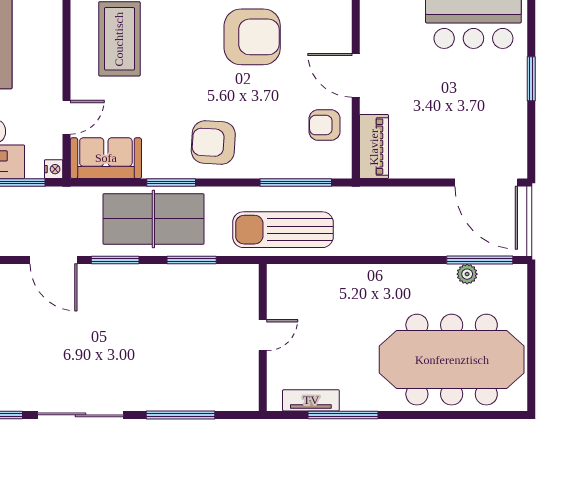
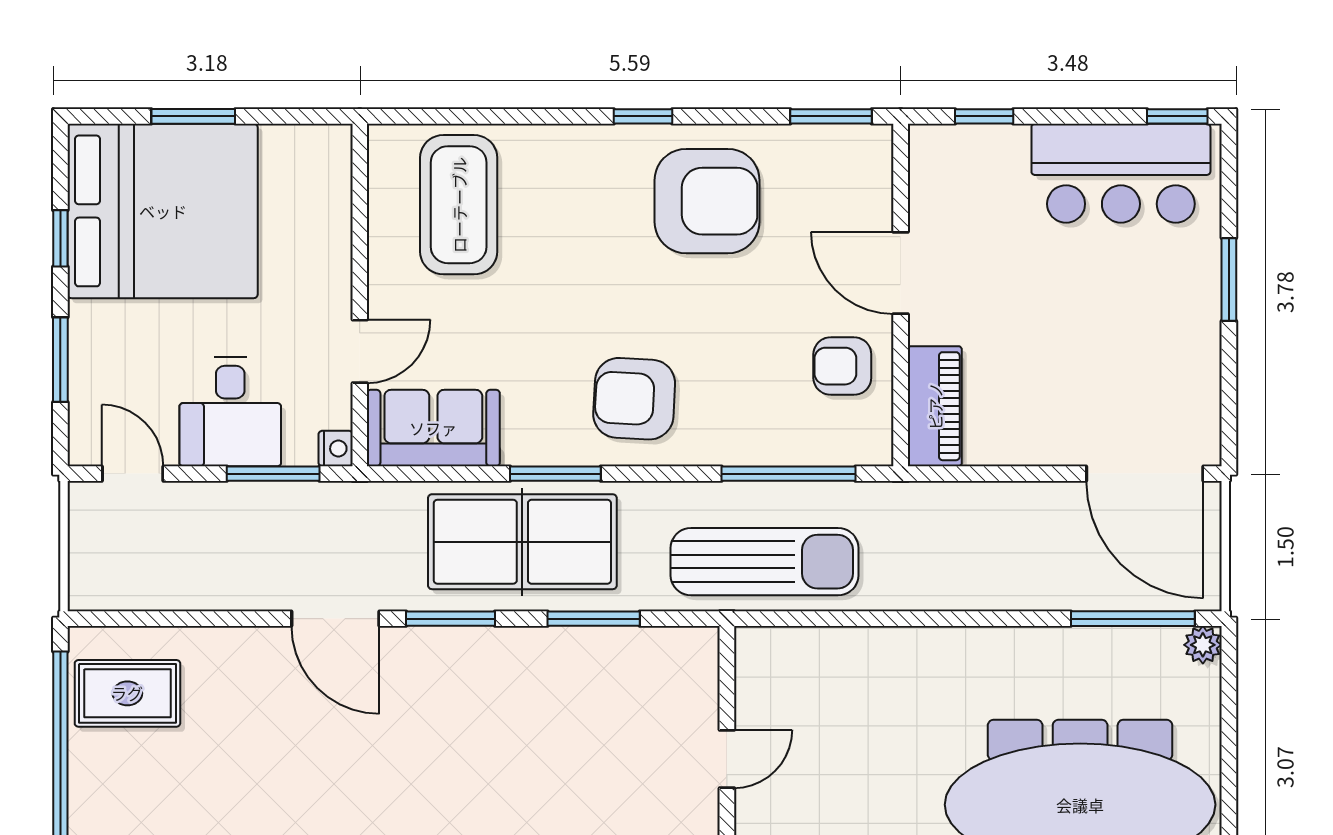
sun lounger: (283, 230) -> (765, 562), turned 180
plant: (467, 274) -> (1203, 645), moved

